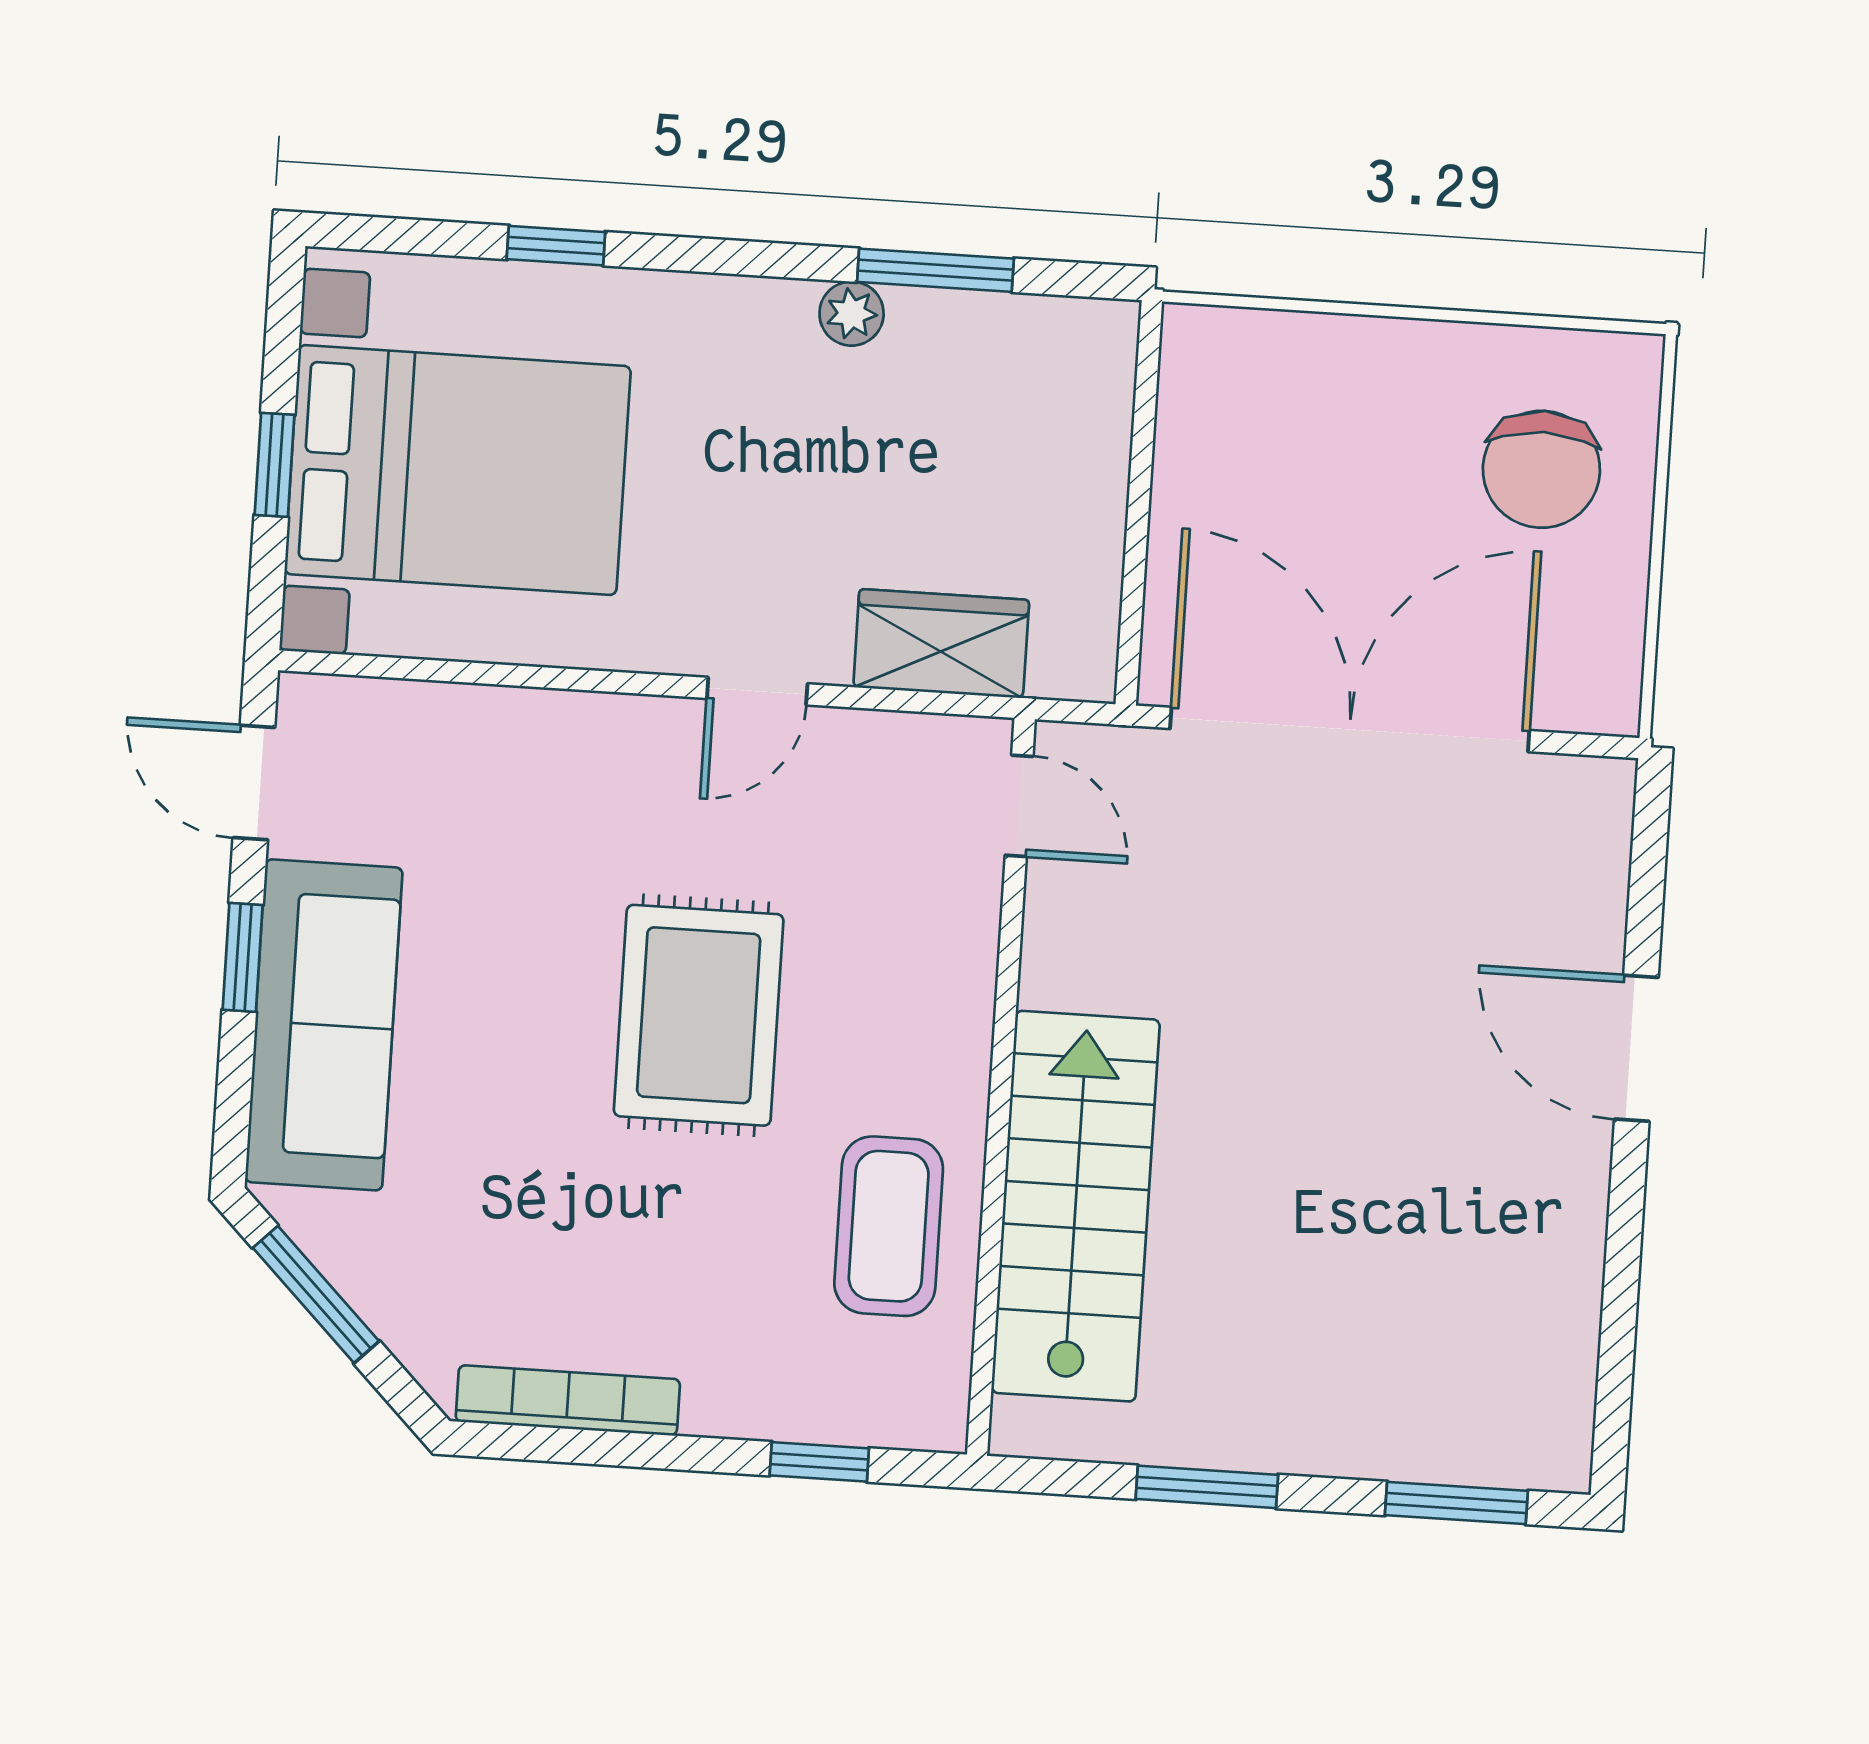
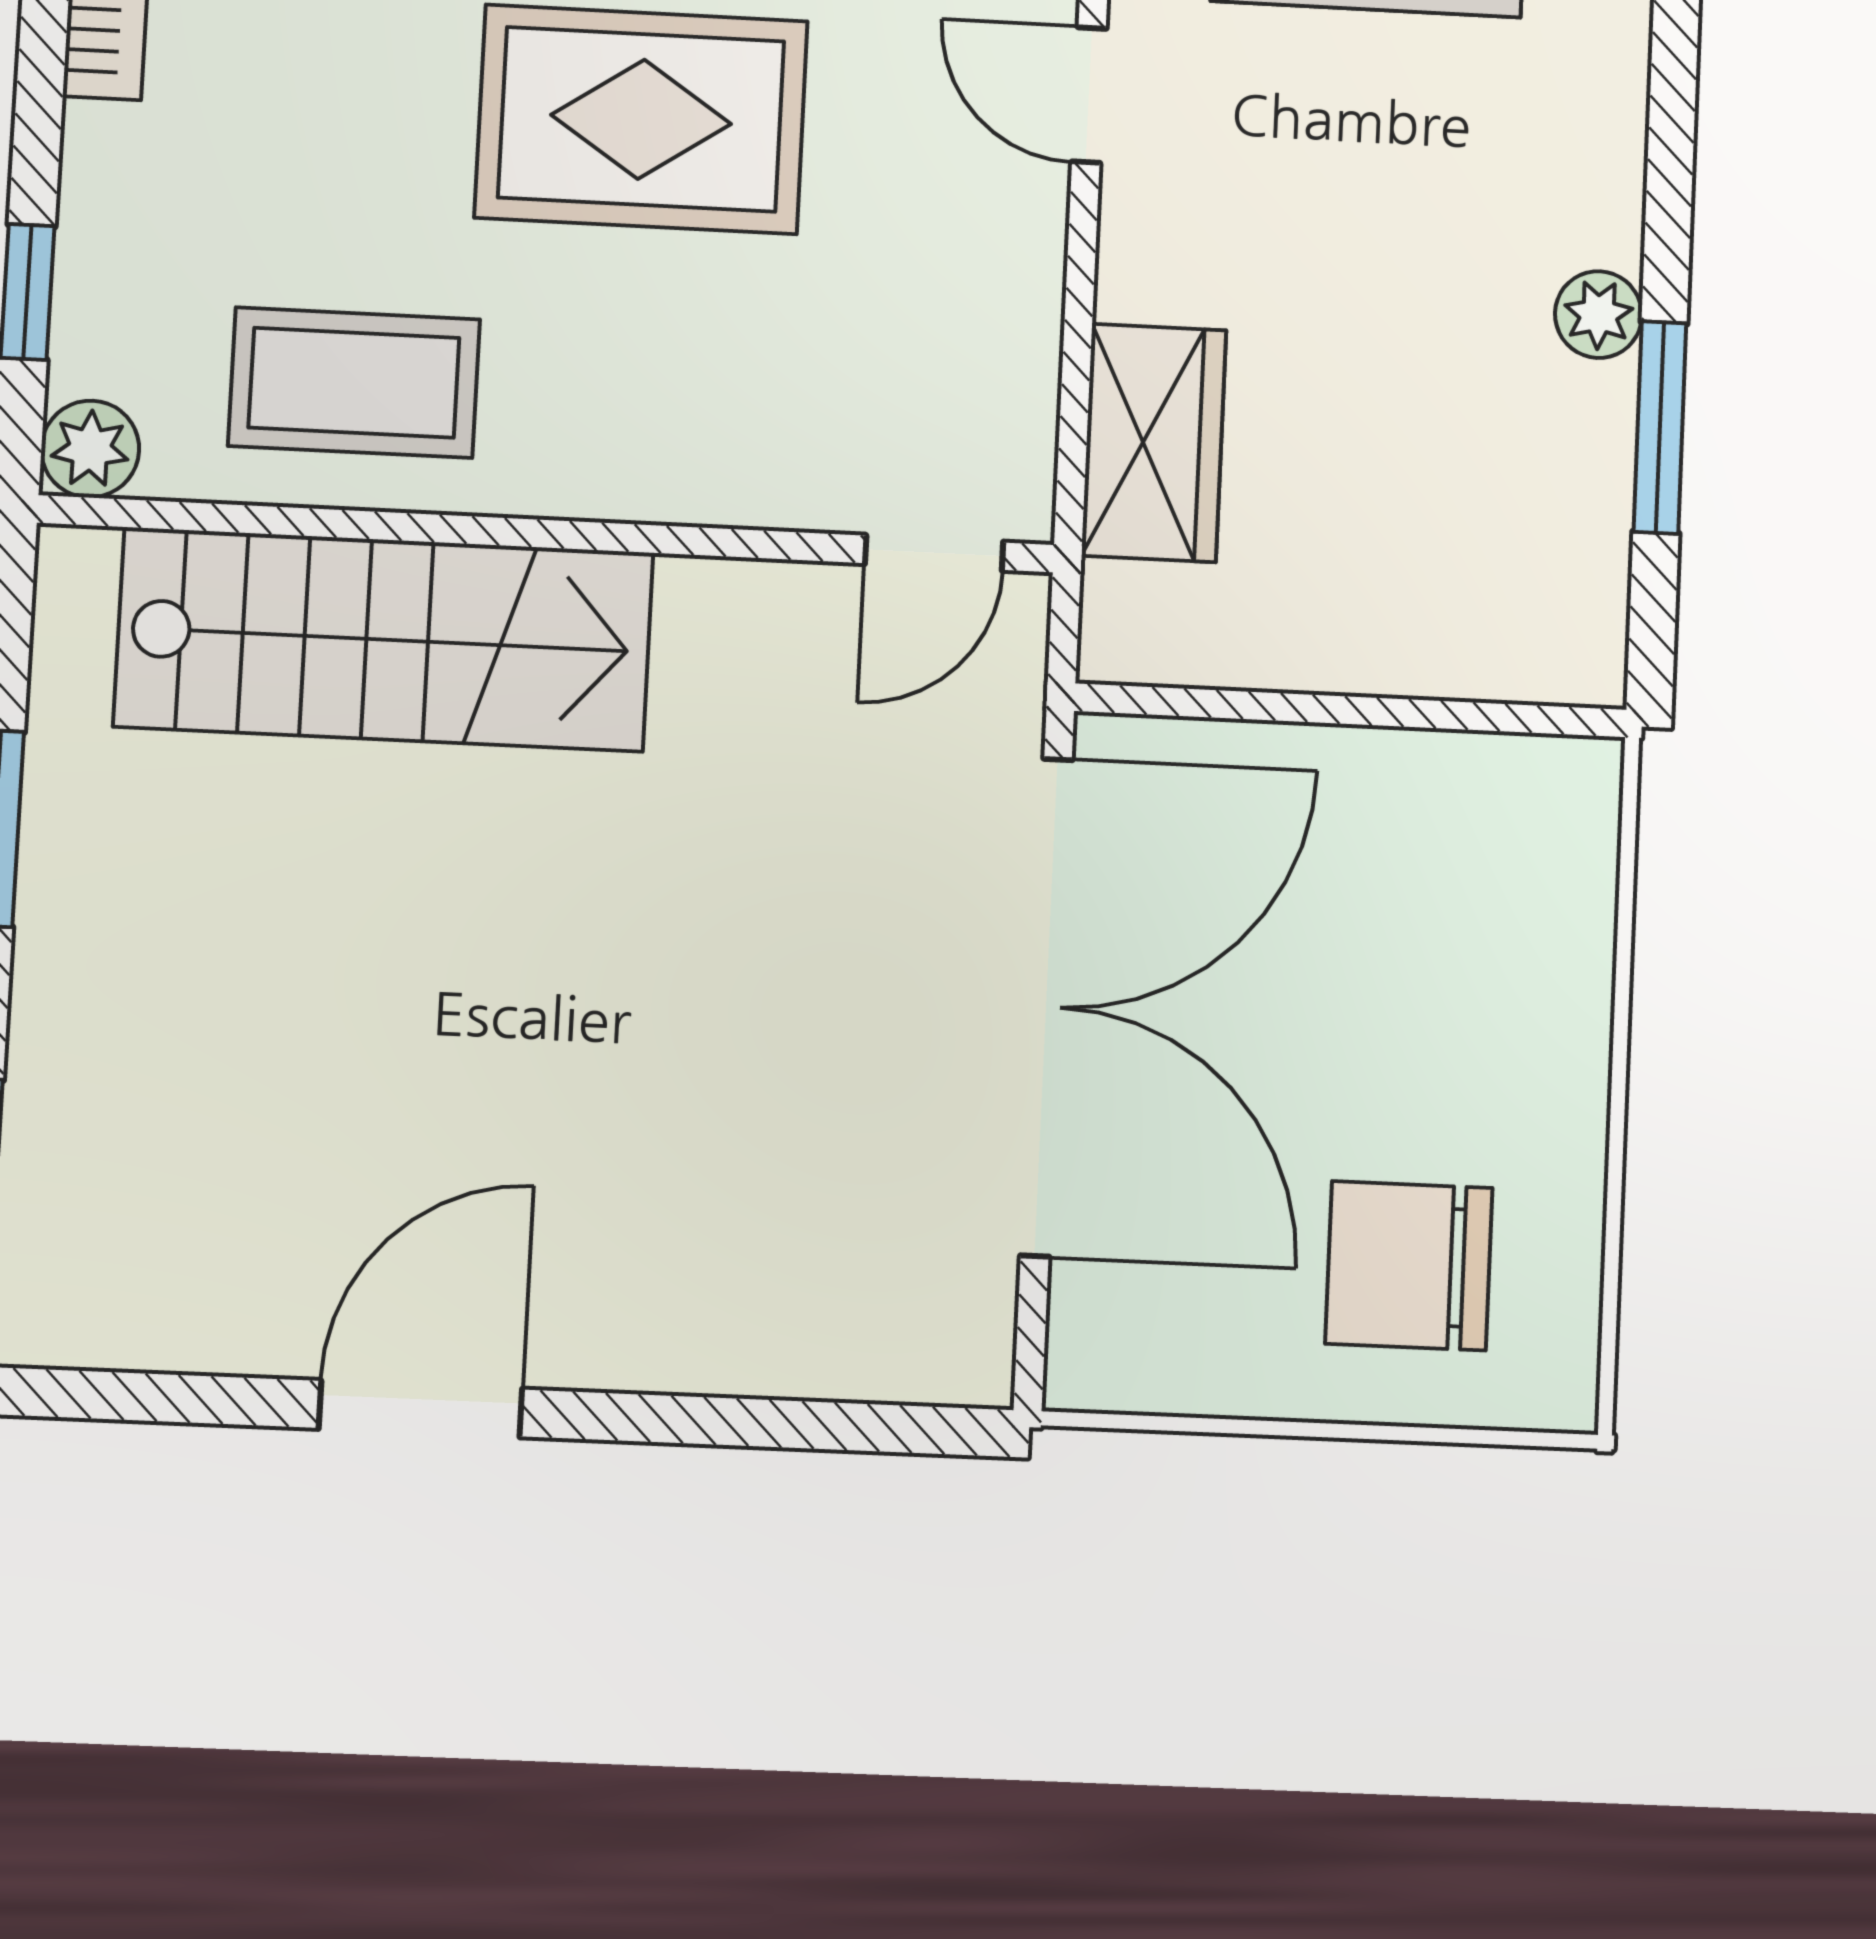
door: (757, 691) -> (1089, 95), moved
door: (1636, 1048) -> (420, 1409), moved
plant: (934, 1417) -> (90, 449), added

